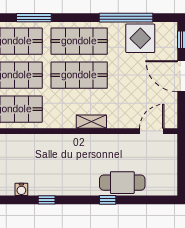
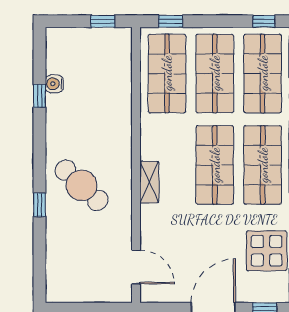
cafe table: (122, 183) -> (82, 185), moved, turned -47
window: (47, 200) -> (39, 96), moved

